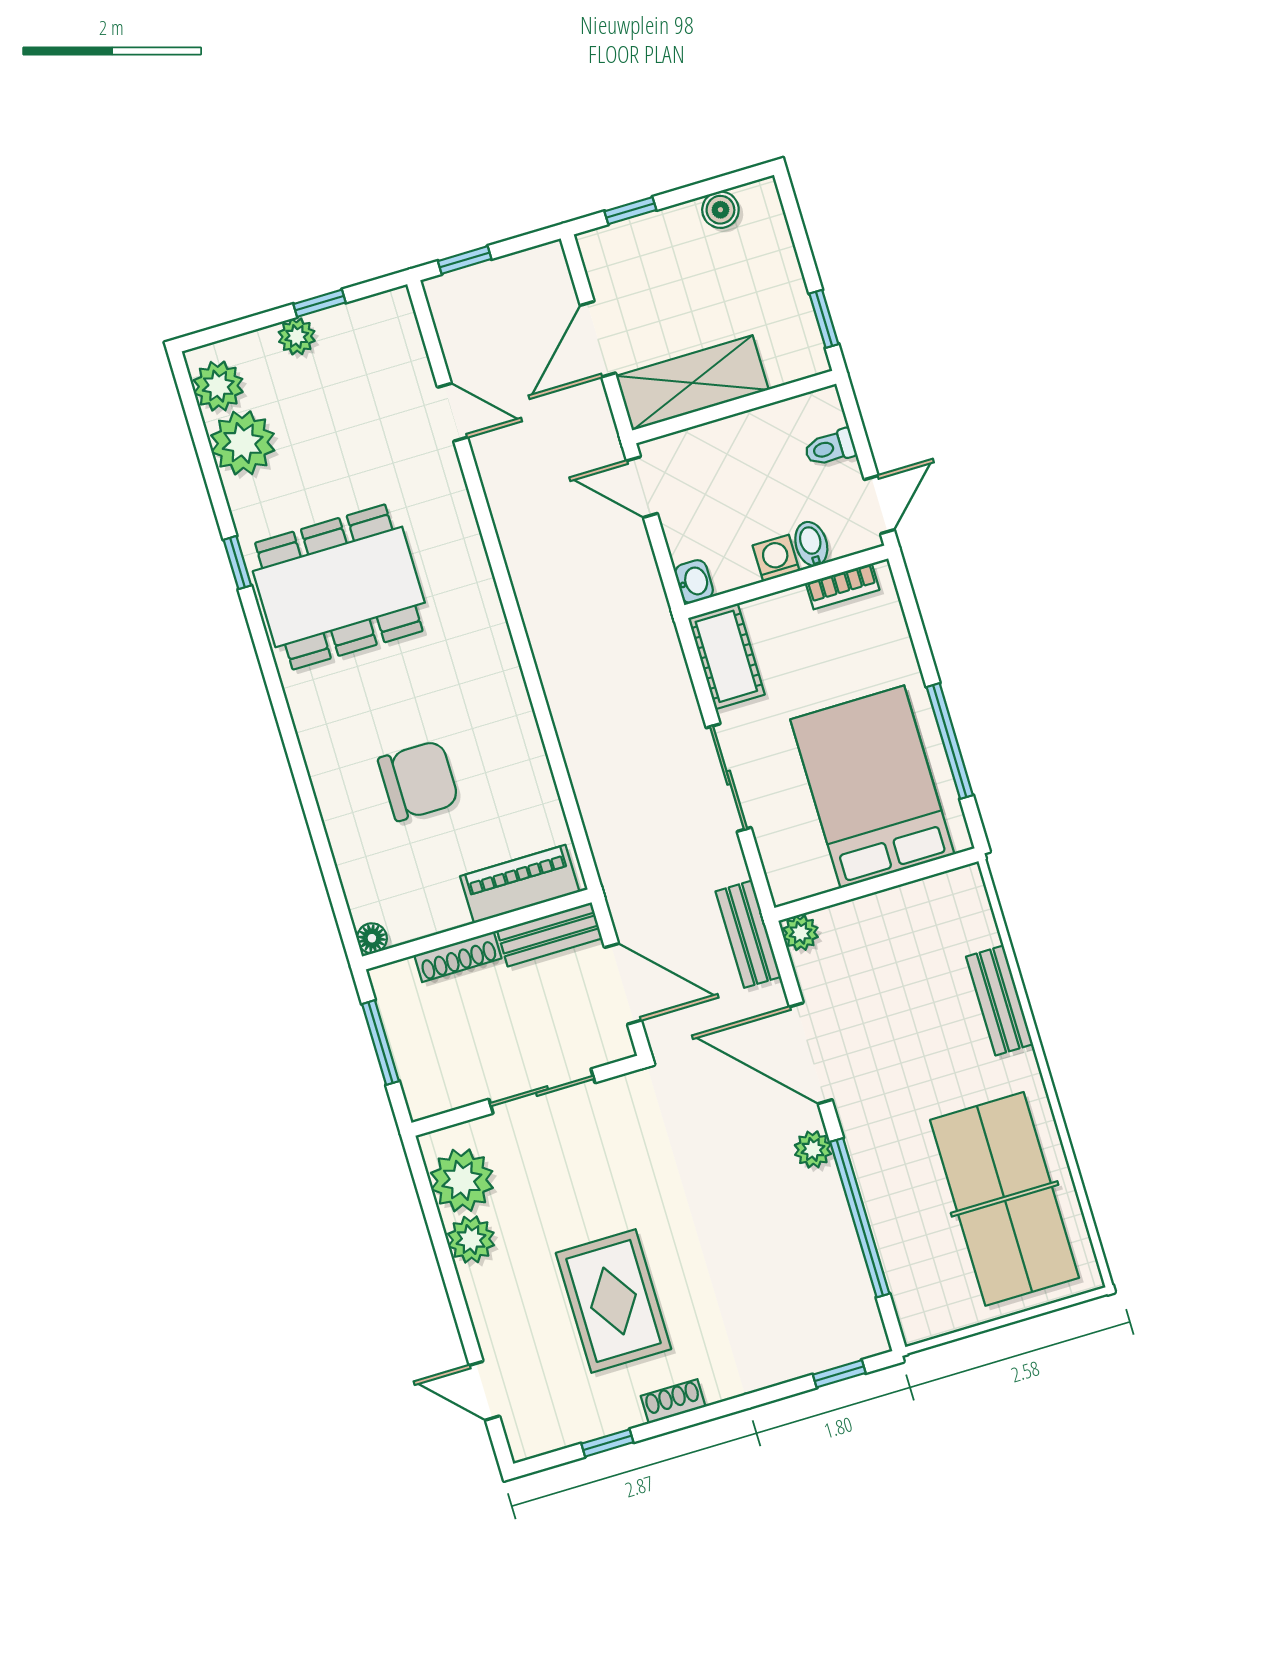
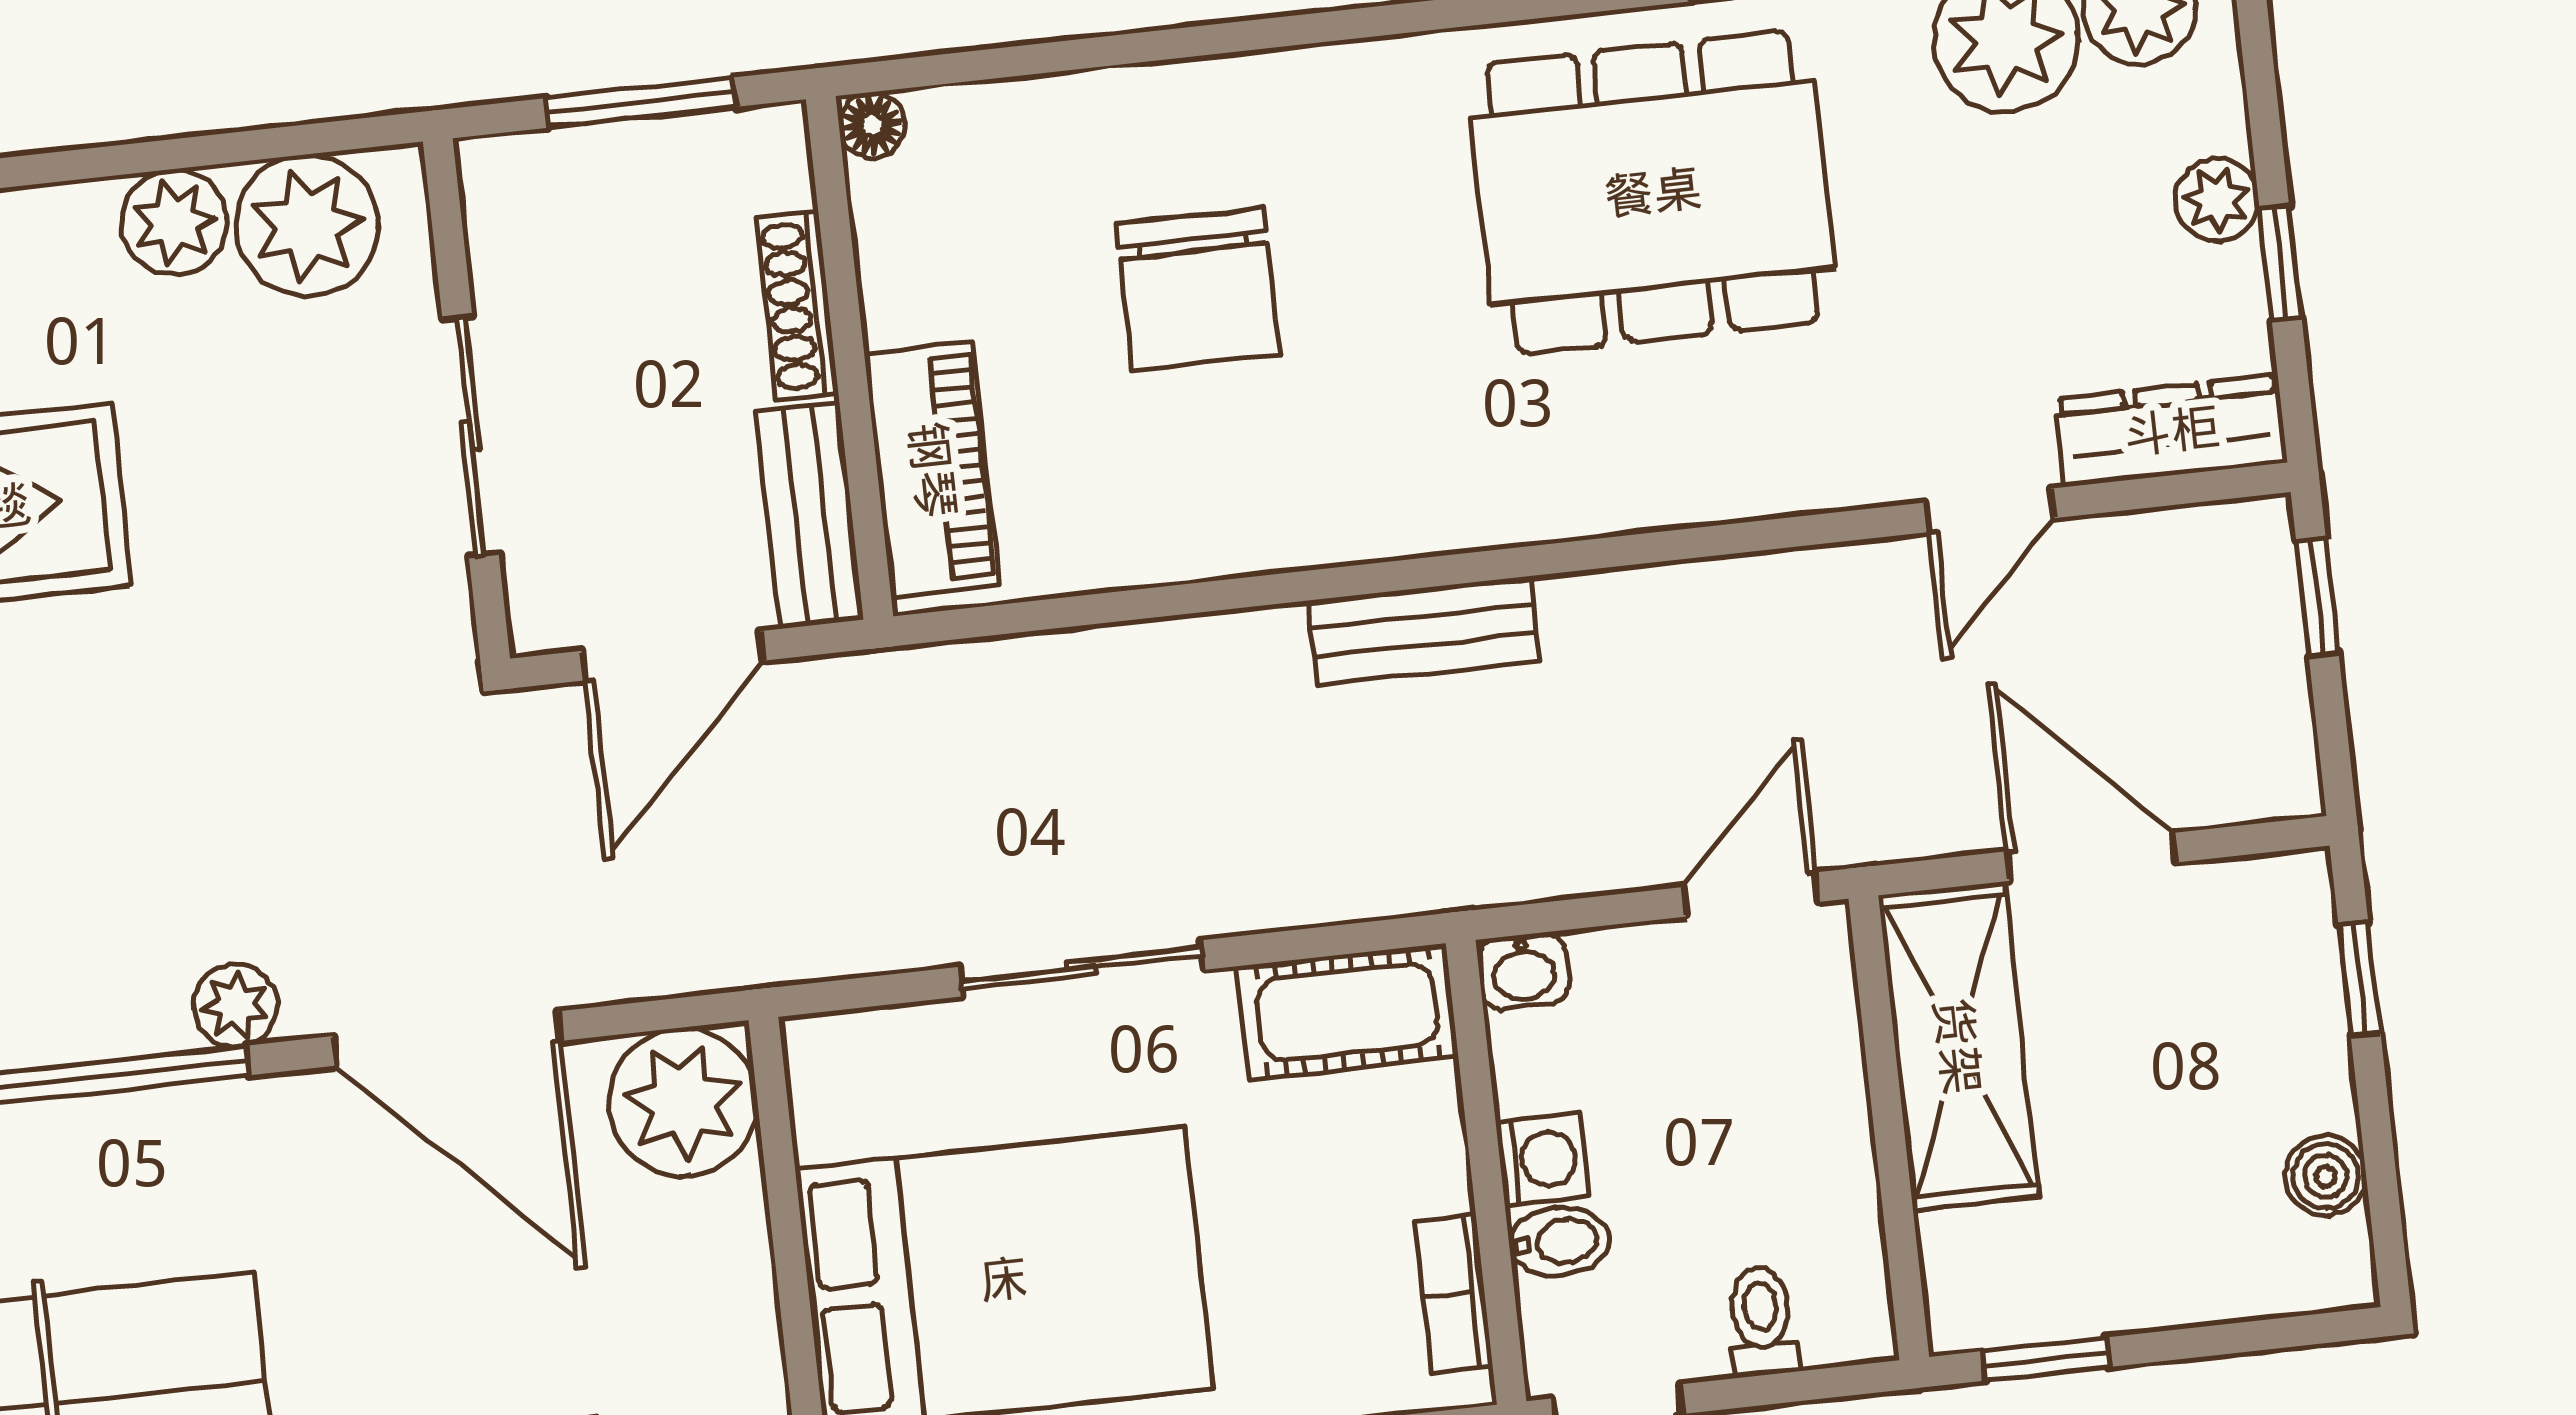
dresser: (403, 338) -> (2171, 431), added
dining table: (339, 587) -> (1653, 192), turned 90
plant: (800, 933) -> (683, 1102), width x1.87, depth x1.87
bench: (748, 934) -> (1424, 631), moved
door: (811, 1053) -> (447, 1038), swing flipped

